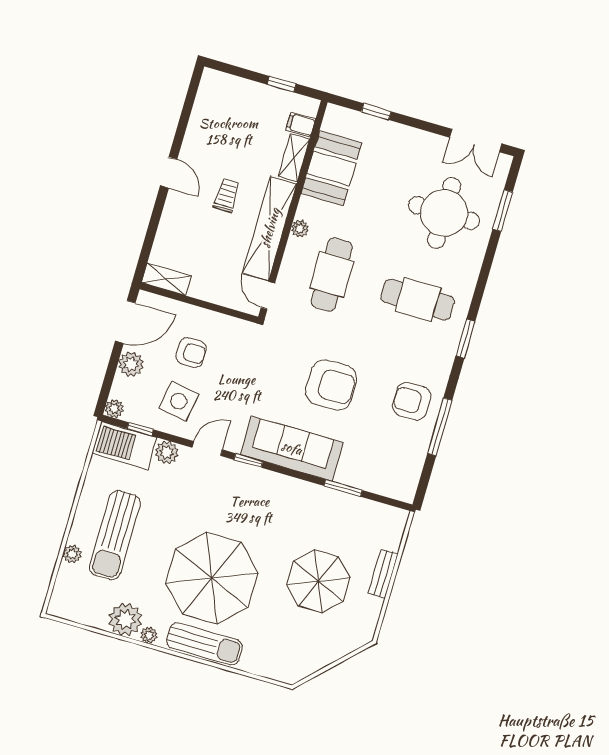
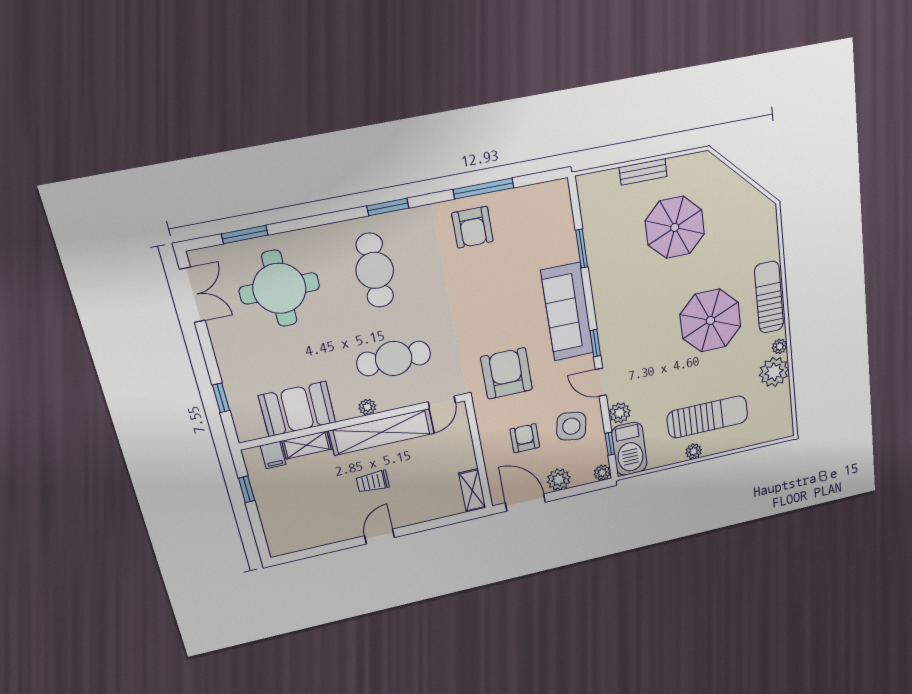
armchair: (331, 385) -> (507, 373), moved
plant: (72, 554) -> (694, 451), moved
parasol: (212, 578) -> (710, 320), width x0.73, depth x0.73

